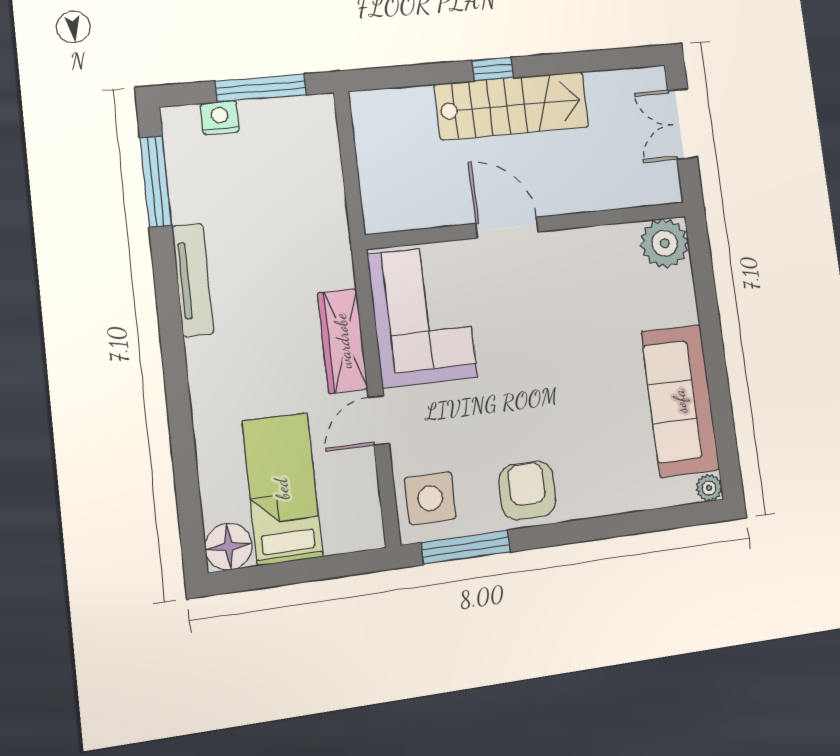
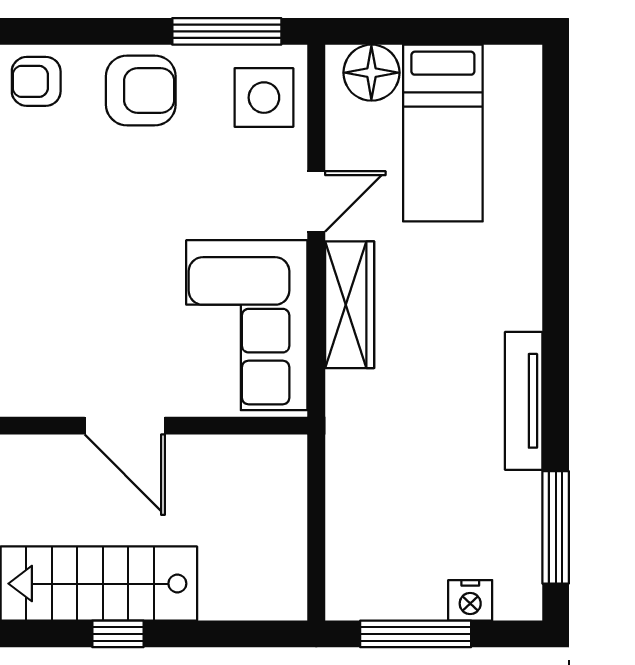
armchair: (608, 487) -> (36, 81), added
armchair: (527, 491) -> (141, 90), turned -90
floor lamp: (229, 547) -> (371, 73), moved

